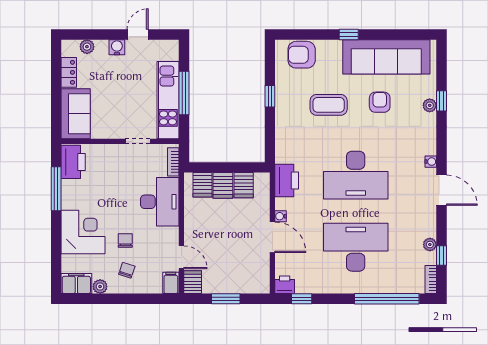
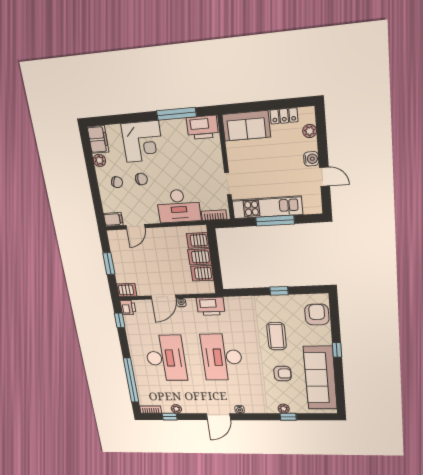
server rack: (193, 282) -> (127, 290), moved

